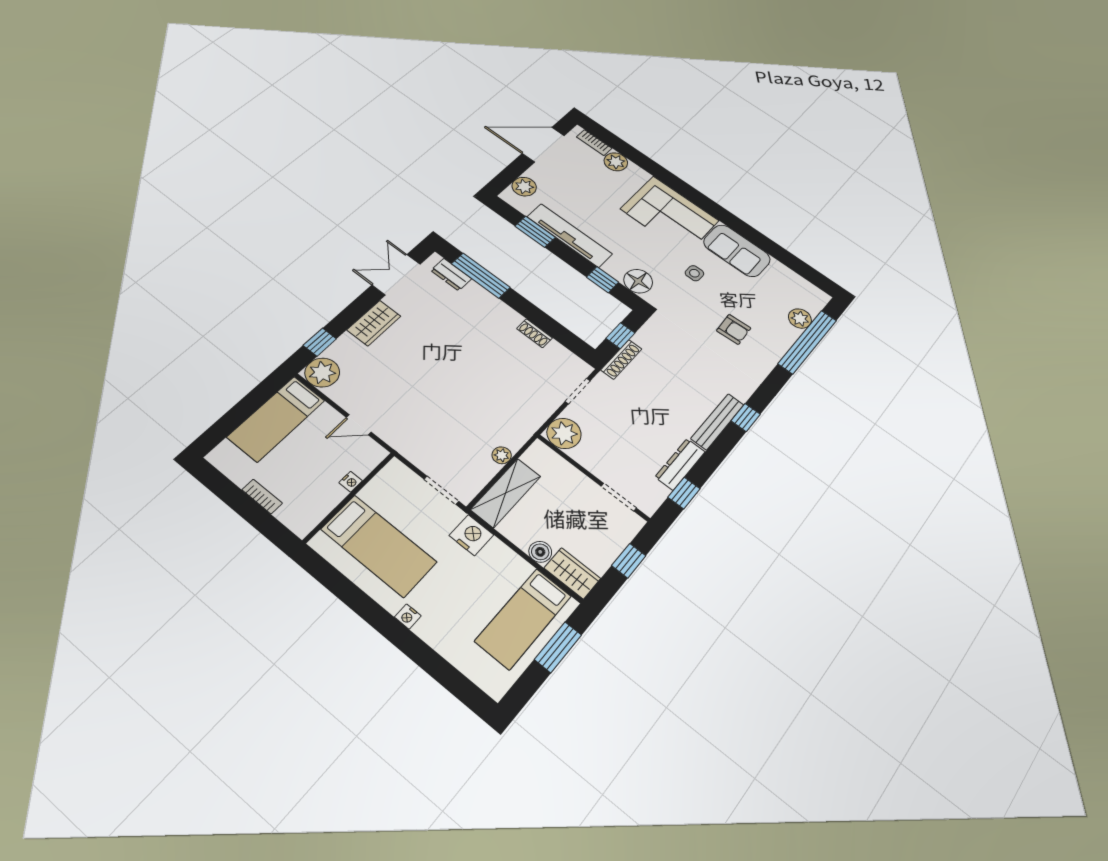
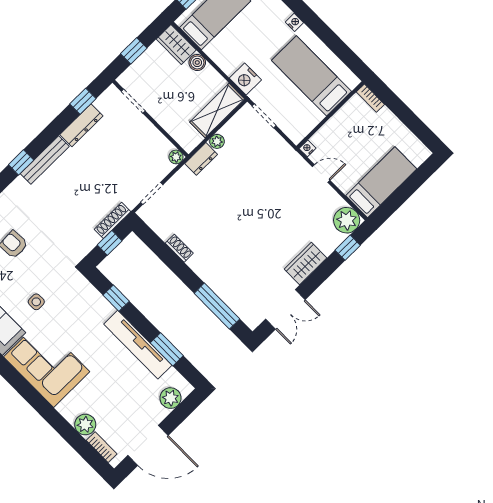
dresser: (451, 275) -> (201, 159), moved, turned 90
floor lamp: (638, 281) -> (86, 296), removed
plant: (564, 433) -> (176, 157), width x0.53, depth x0.53
nightstand: (351, 482) -> (308, 148), moved
bookcase: (262, 496) -> (370, 98), moved

